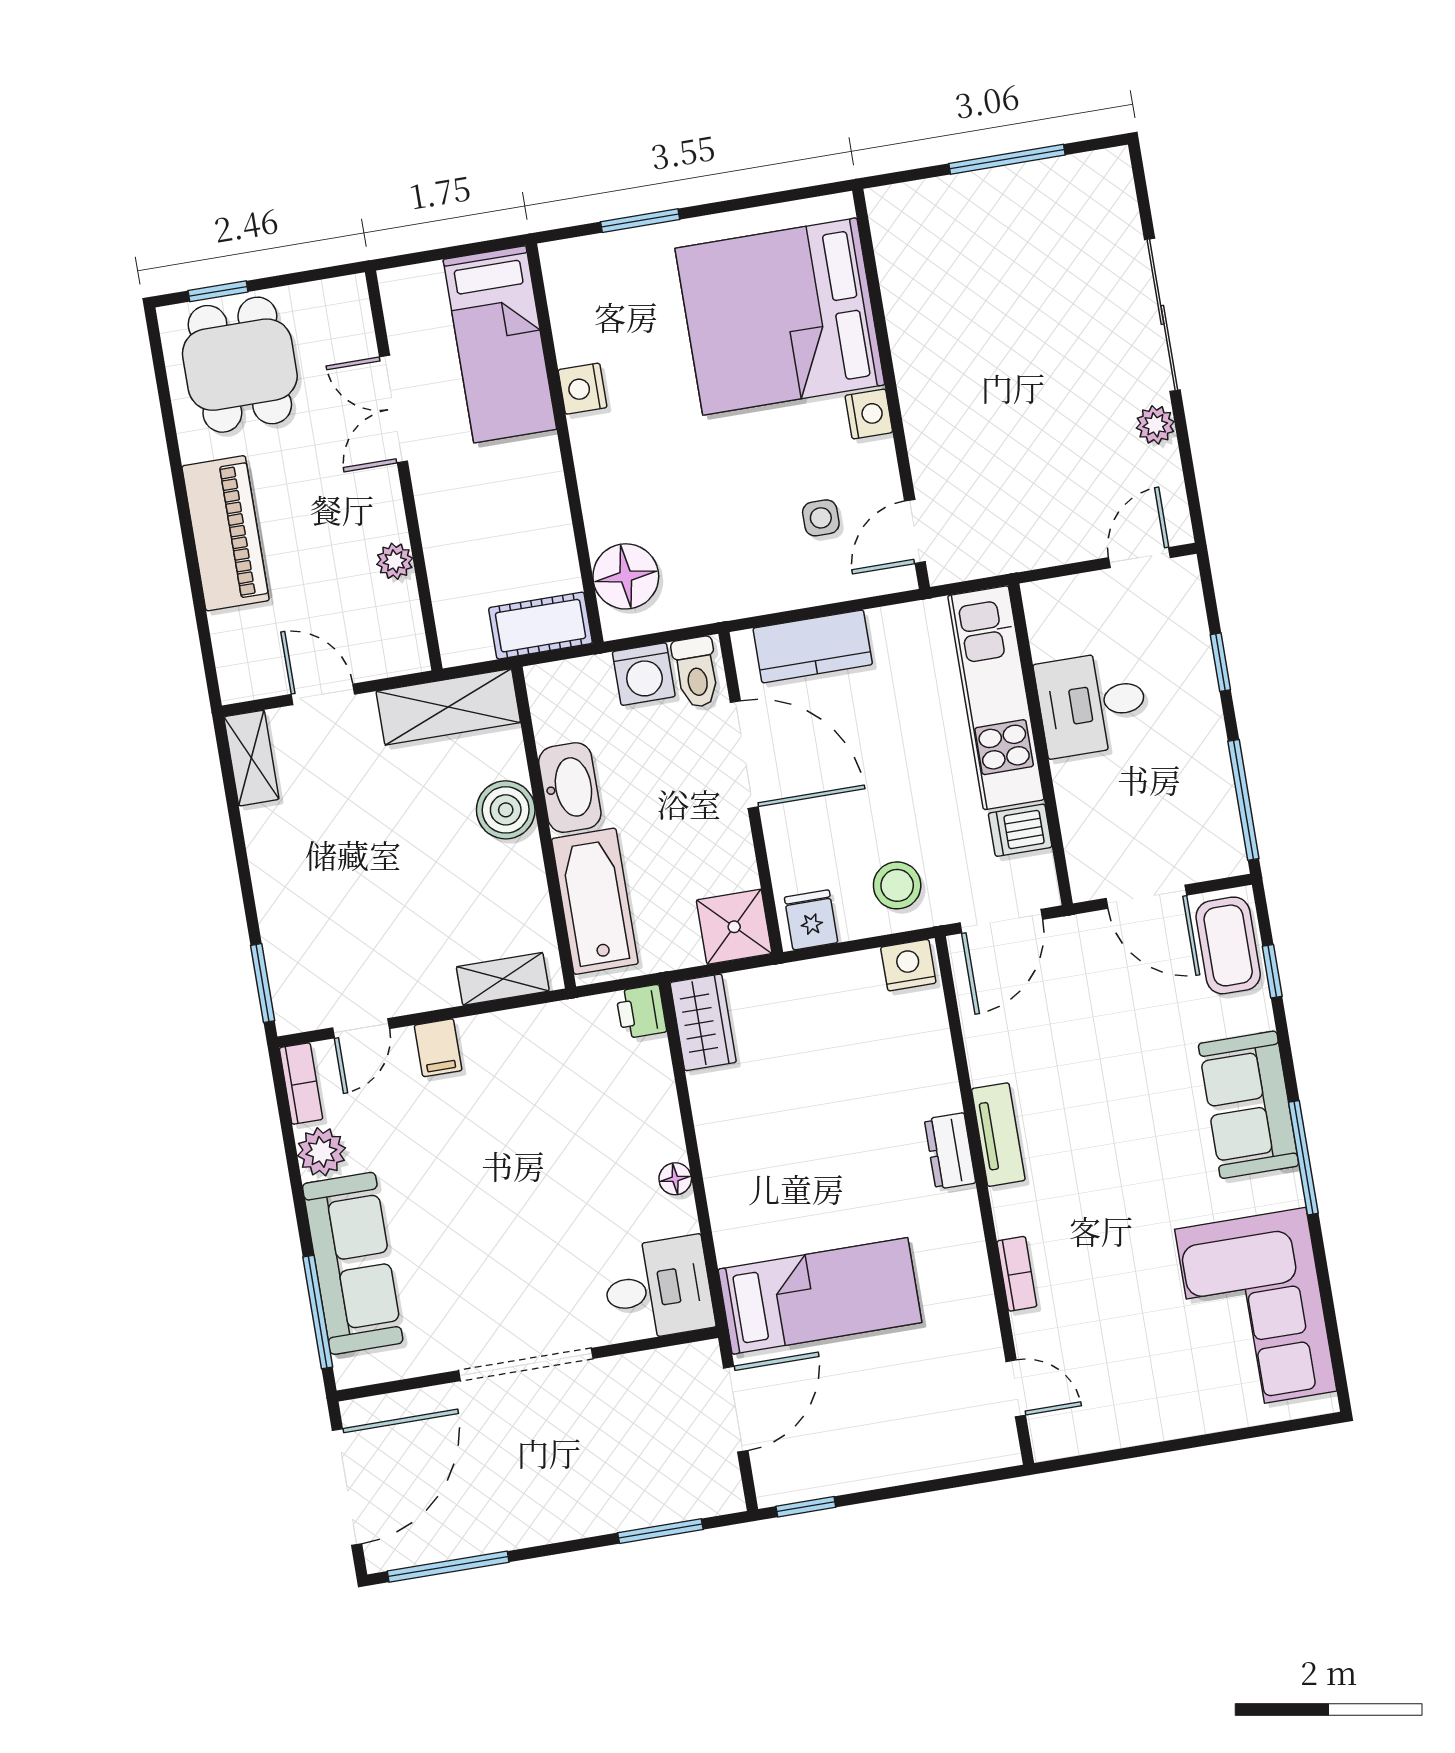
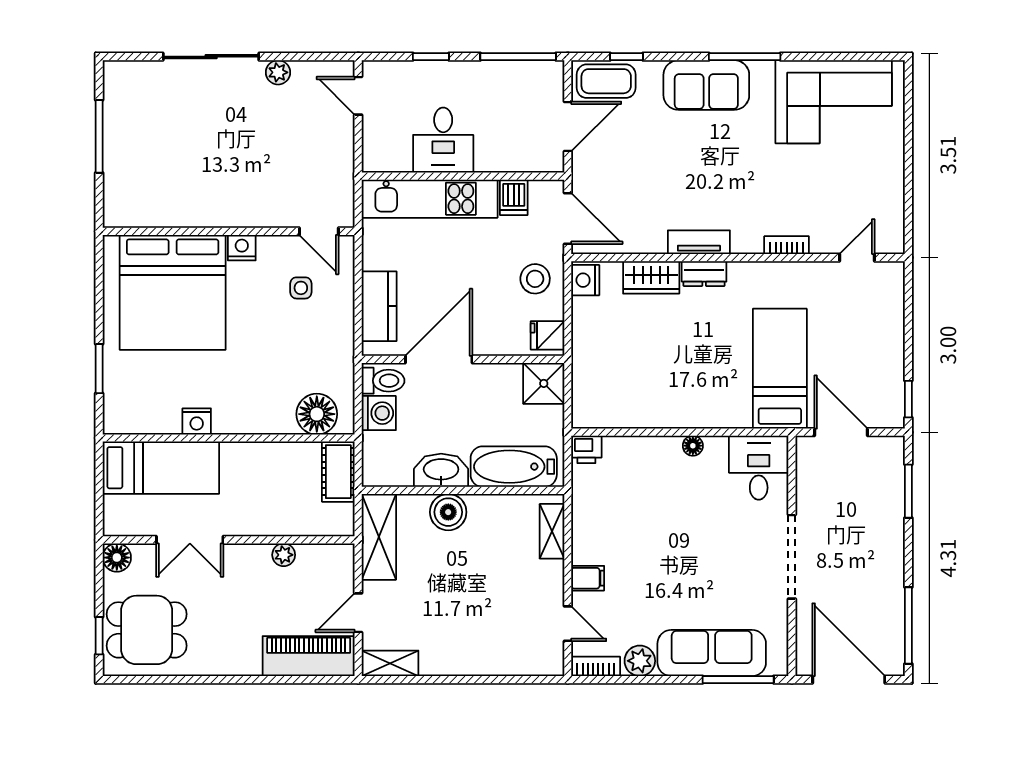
floor lamp: (346, 298) -> (117, 558), added
piano: (226, 533) -> (309, 656), moved
window: (263, 983) -> (530, 680), removed
wardrobe: (703, 1022) -> (651, 277), moved, turned 180

